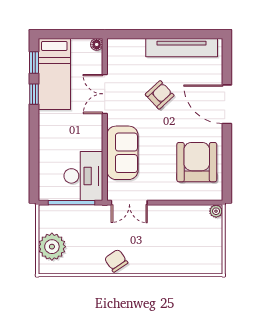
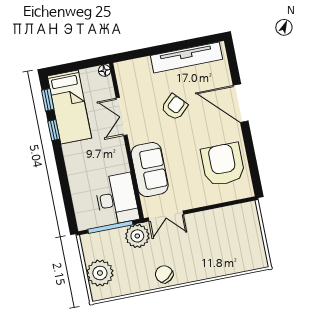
plant: (216, 211) -> (137, 236), moved, width x1.87, depth x1.87

